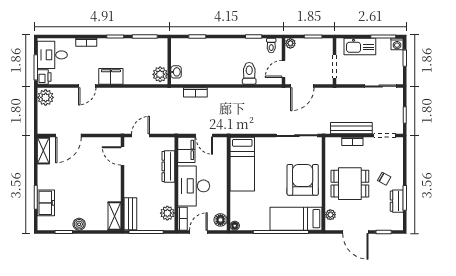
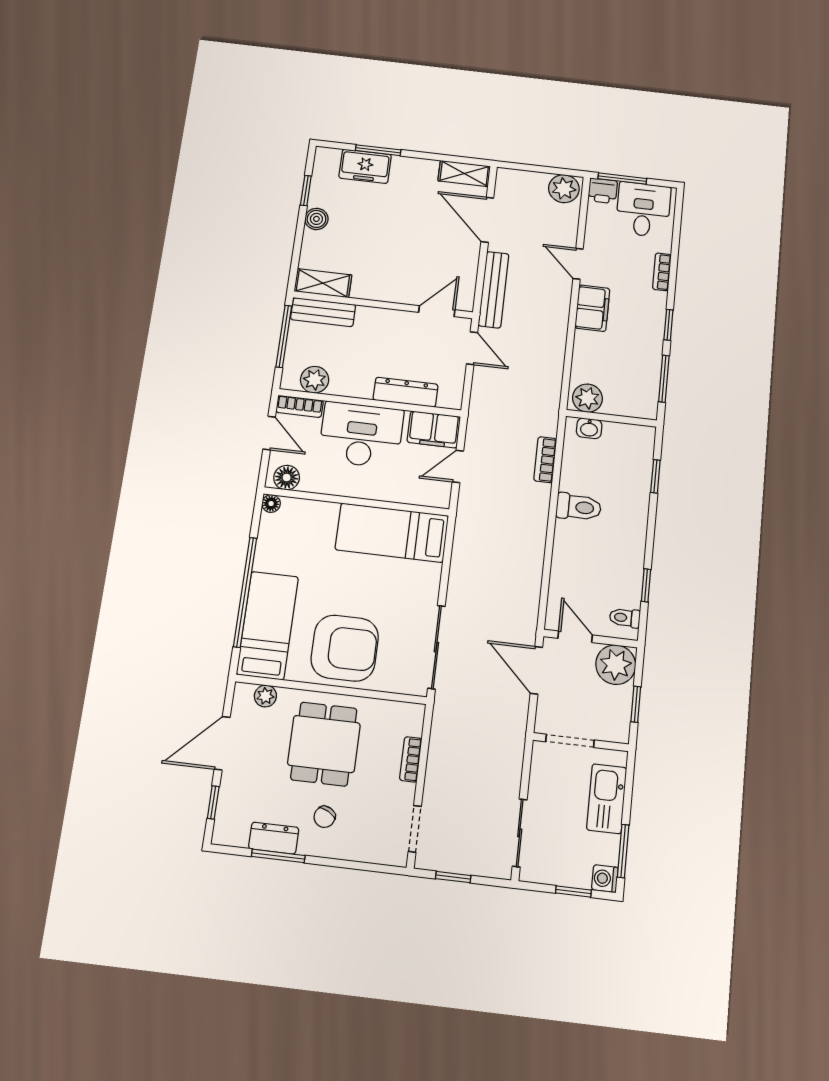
plant: (290, 43) -> (616, 665), width x1.87, depth x1.87
toilet: (249, 73) -> (579, 507), moved
bench: (351, 128) -> (494, 290), moved

